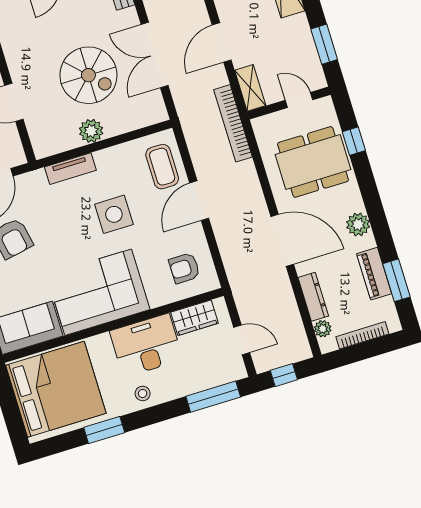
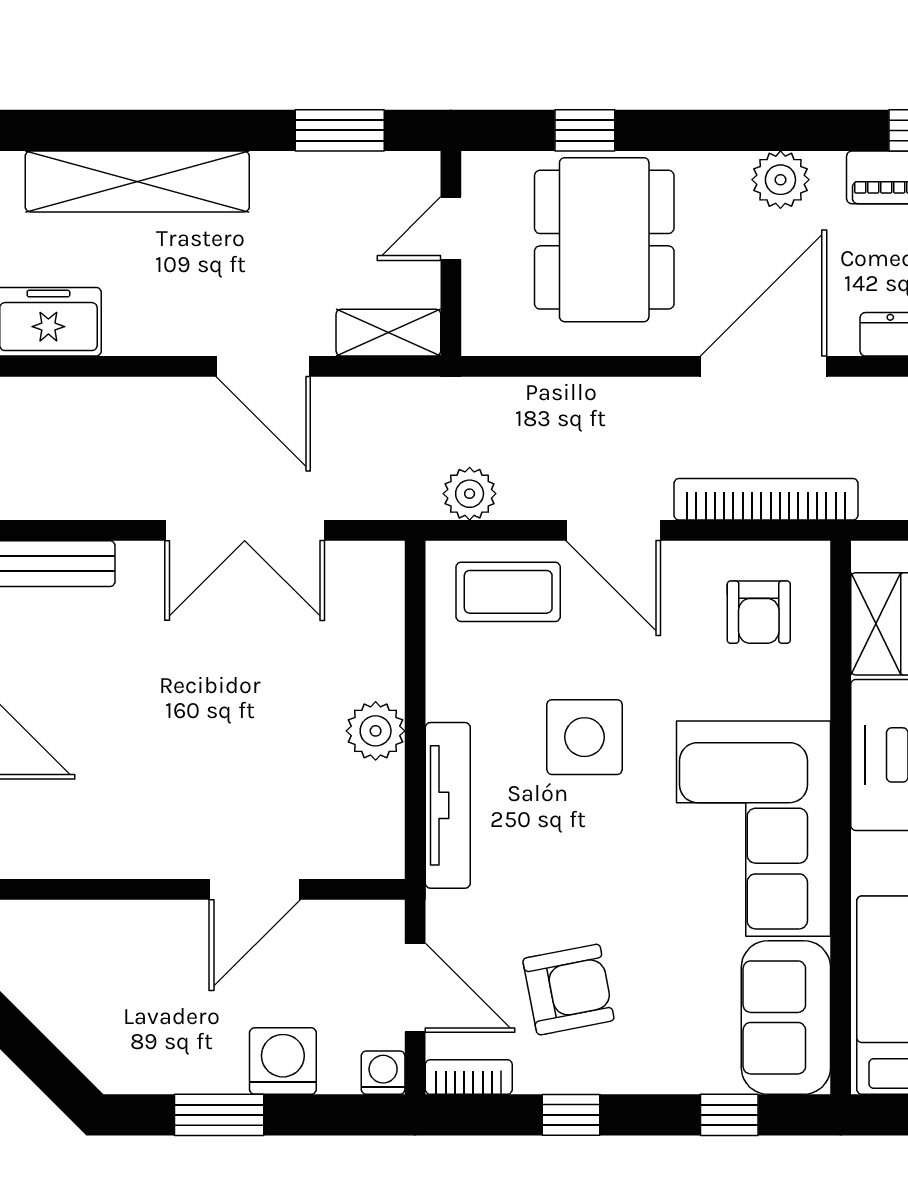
spiral stairs: (88, 75) -> (245, 698), removed
bookcase: (233, 123) -> (766, 499), moved, turned 180
plant: (196, 139) -> (470, 494), added
tv unit: (70, 169) -> (448, 805), width x1.41

